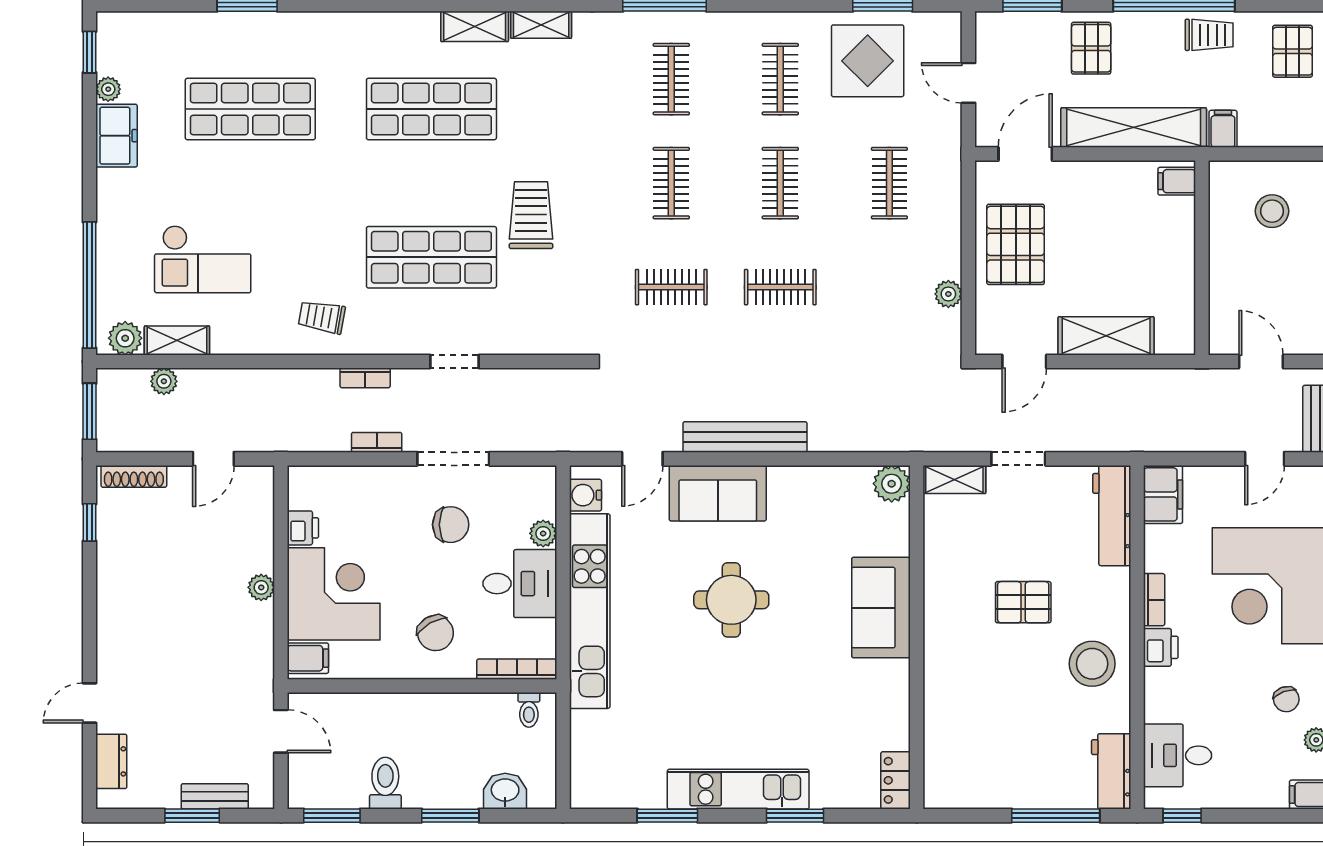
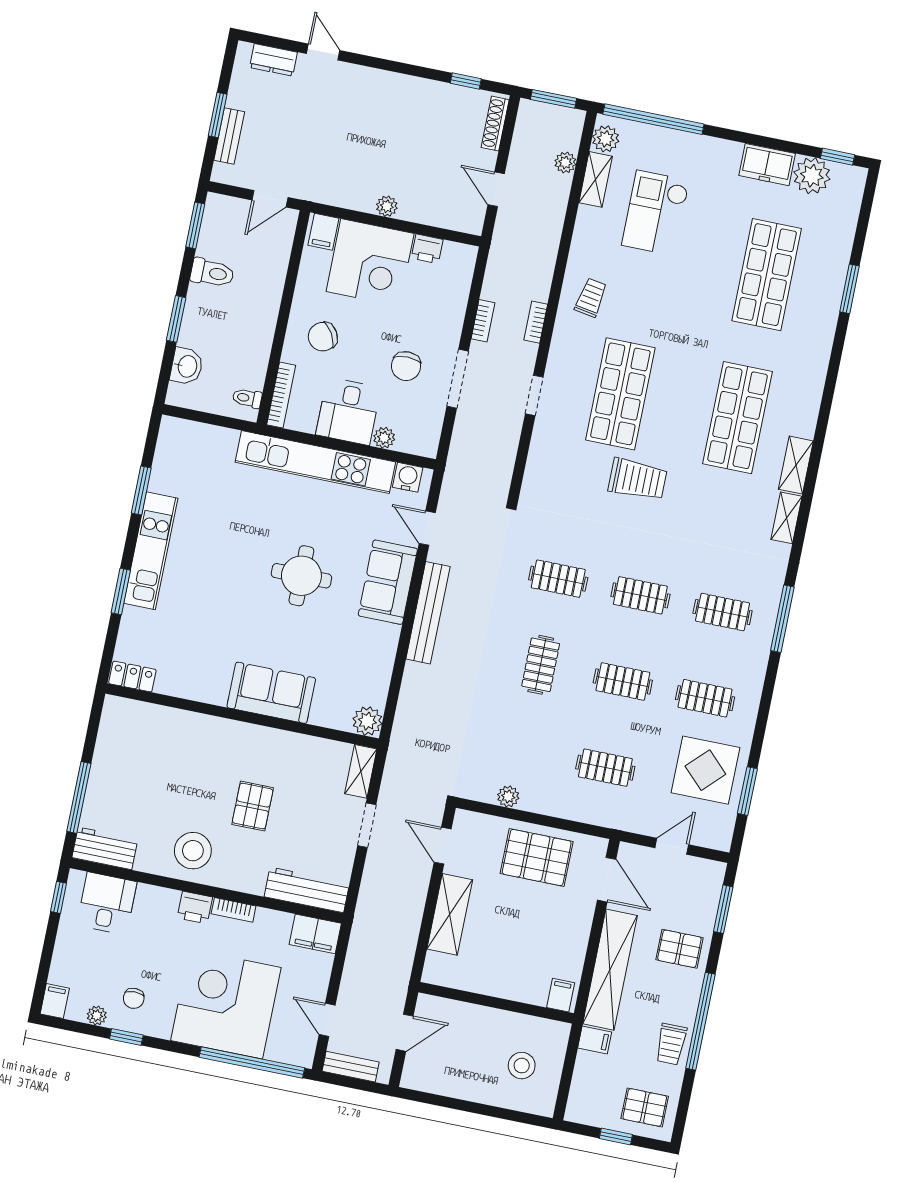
plant: (108, 89) -> (812, 176), width x1.87, depth x1.87
clothes rail: (671, 287) -> (558, 579), turned 90
chair: (1286, 699) -> (134, 998), turned -70

